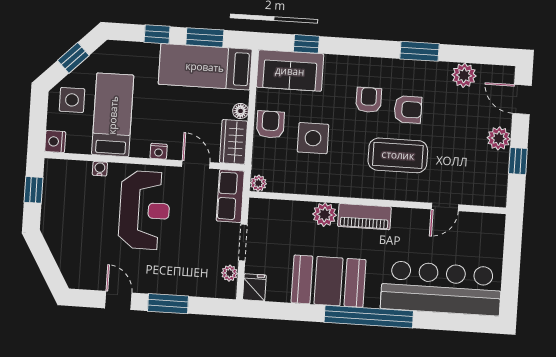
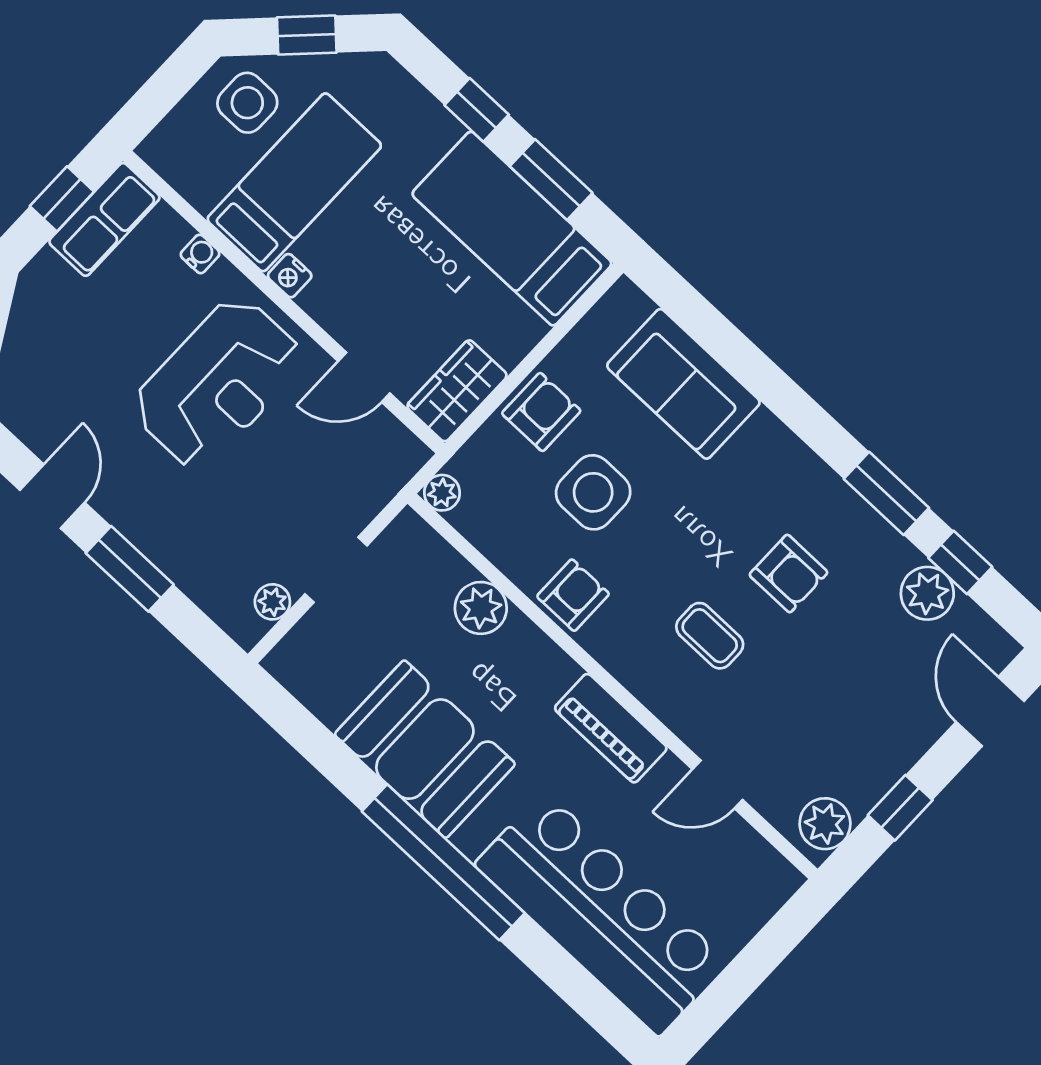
window: (306, 44) -> (960, 562), moved
sofa: (290, 71) -> (683, 384), moved
armchair: (369, 100) -> (573, 595), moved
floor lamp: (240, 111) -> (510, 349), removed
plant: (499, 138) -> (825, 824), moved
nightstand: (55, 142) -> (163, 149), removed
nightstand: (159, 151) -> (290, 276), moved
coffee table: (398, 155) -> (710, 636), width x0.54, depth x0.58
door: (196, 165) -> (364, 377), swing flipped
row of seats: (230, 196) -> (104, 219), moved, turned 180
plant: (325, 215) -> (481, 608), moved
piano: (364, 217) -> (611, 728), moved
fridge: (254, 287) -> (294, 659), removed

